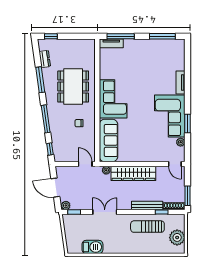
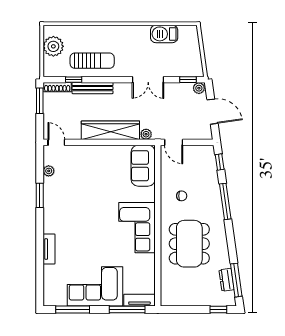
window: (40, 80) -> (236, 280), moved
corner sofa: (170, 116) -> (95, 286), moved, turned -90
sofa: (108, 140) -> (143, 166), width x0.73

